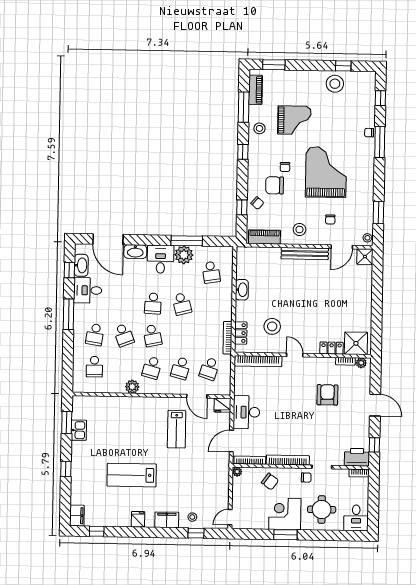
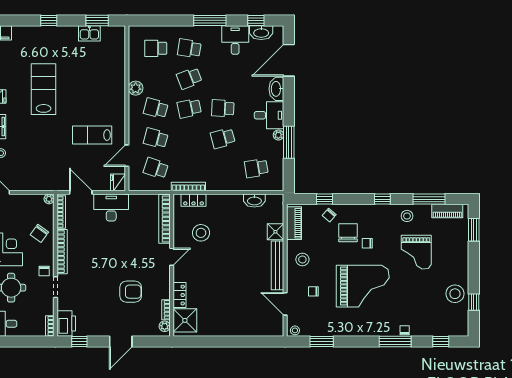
plant: (184, 255) -> (278, 135), width x0.53, depth x0.53
shower: (365, 257) -> (275, 232), moved
washbasin: (242, 290) -> (254, 201), moved

